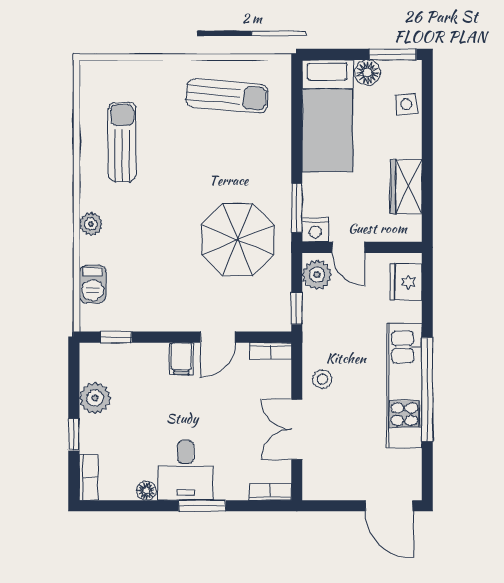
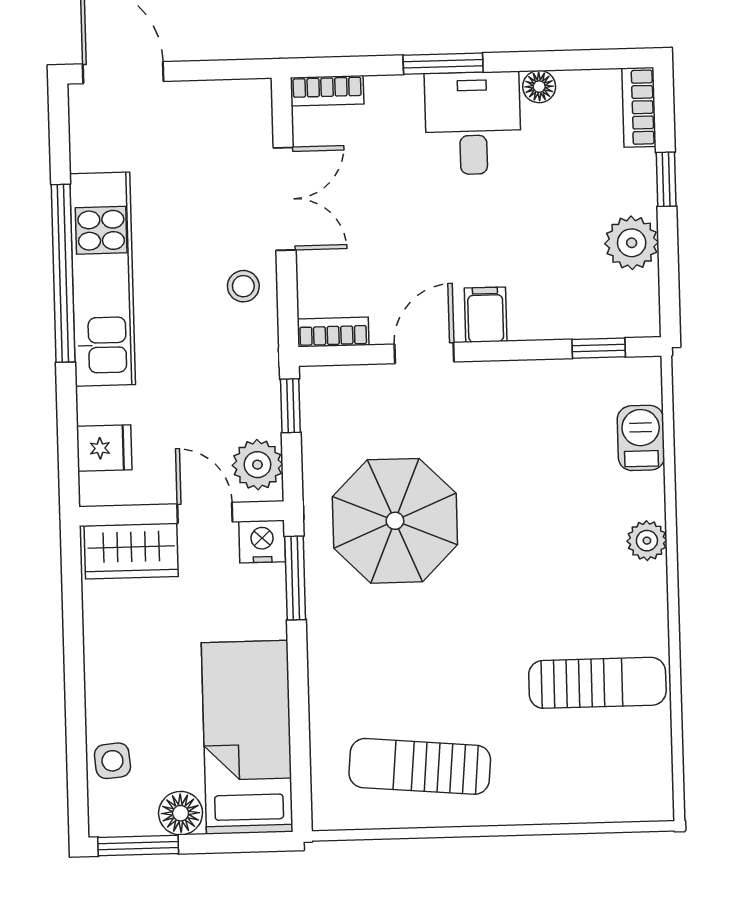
sun lounger: (122, 142) -> (597, 683), turned -90
wardrobe: (406, 187) -> (131, 551), moved, turned 90
fridge: (406, 282) -> (104, 448), width x0.72

